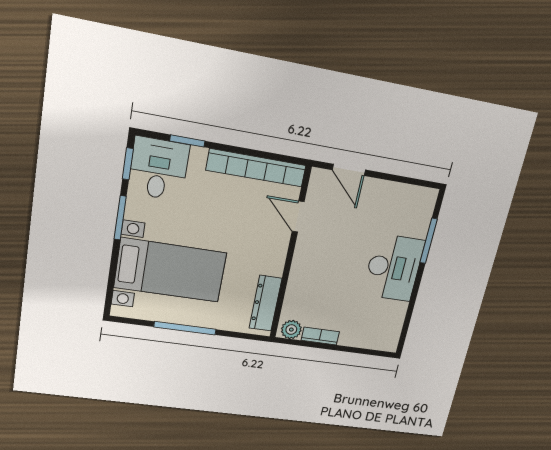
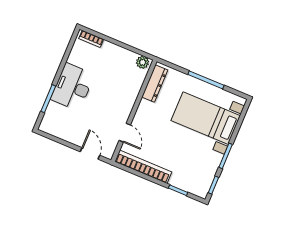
desk: (159, 169) -> (198, 178), removed
bookcase: (320, 336) -> (91, 39), moved

